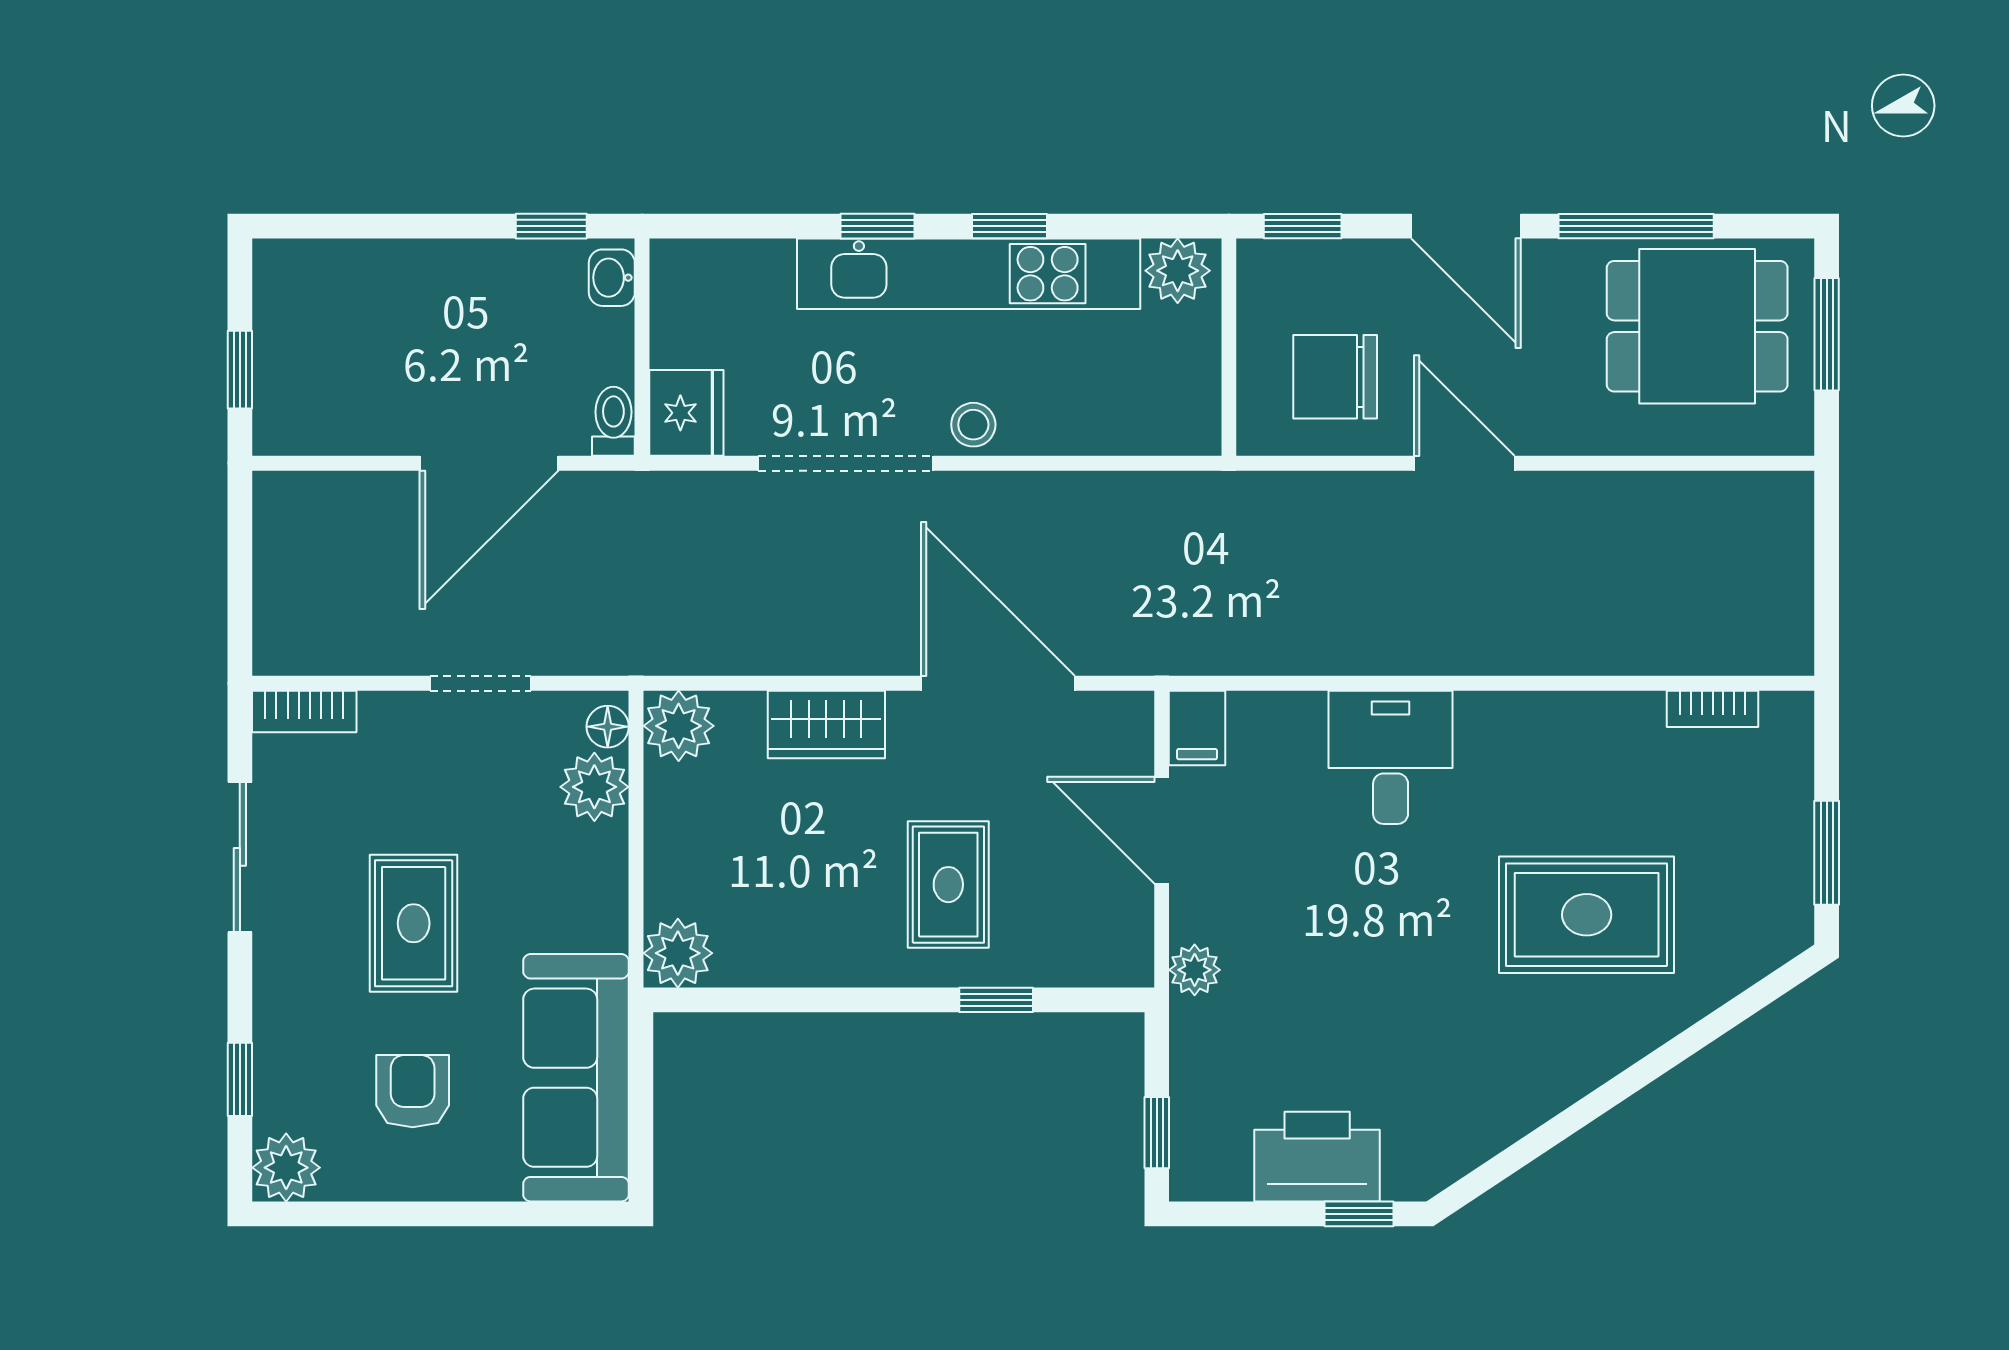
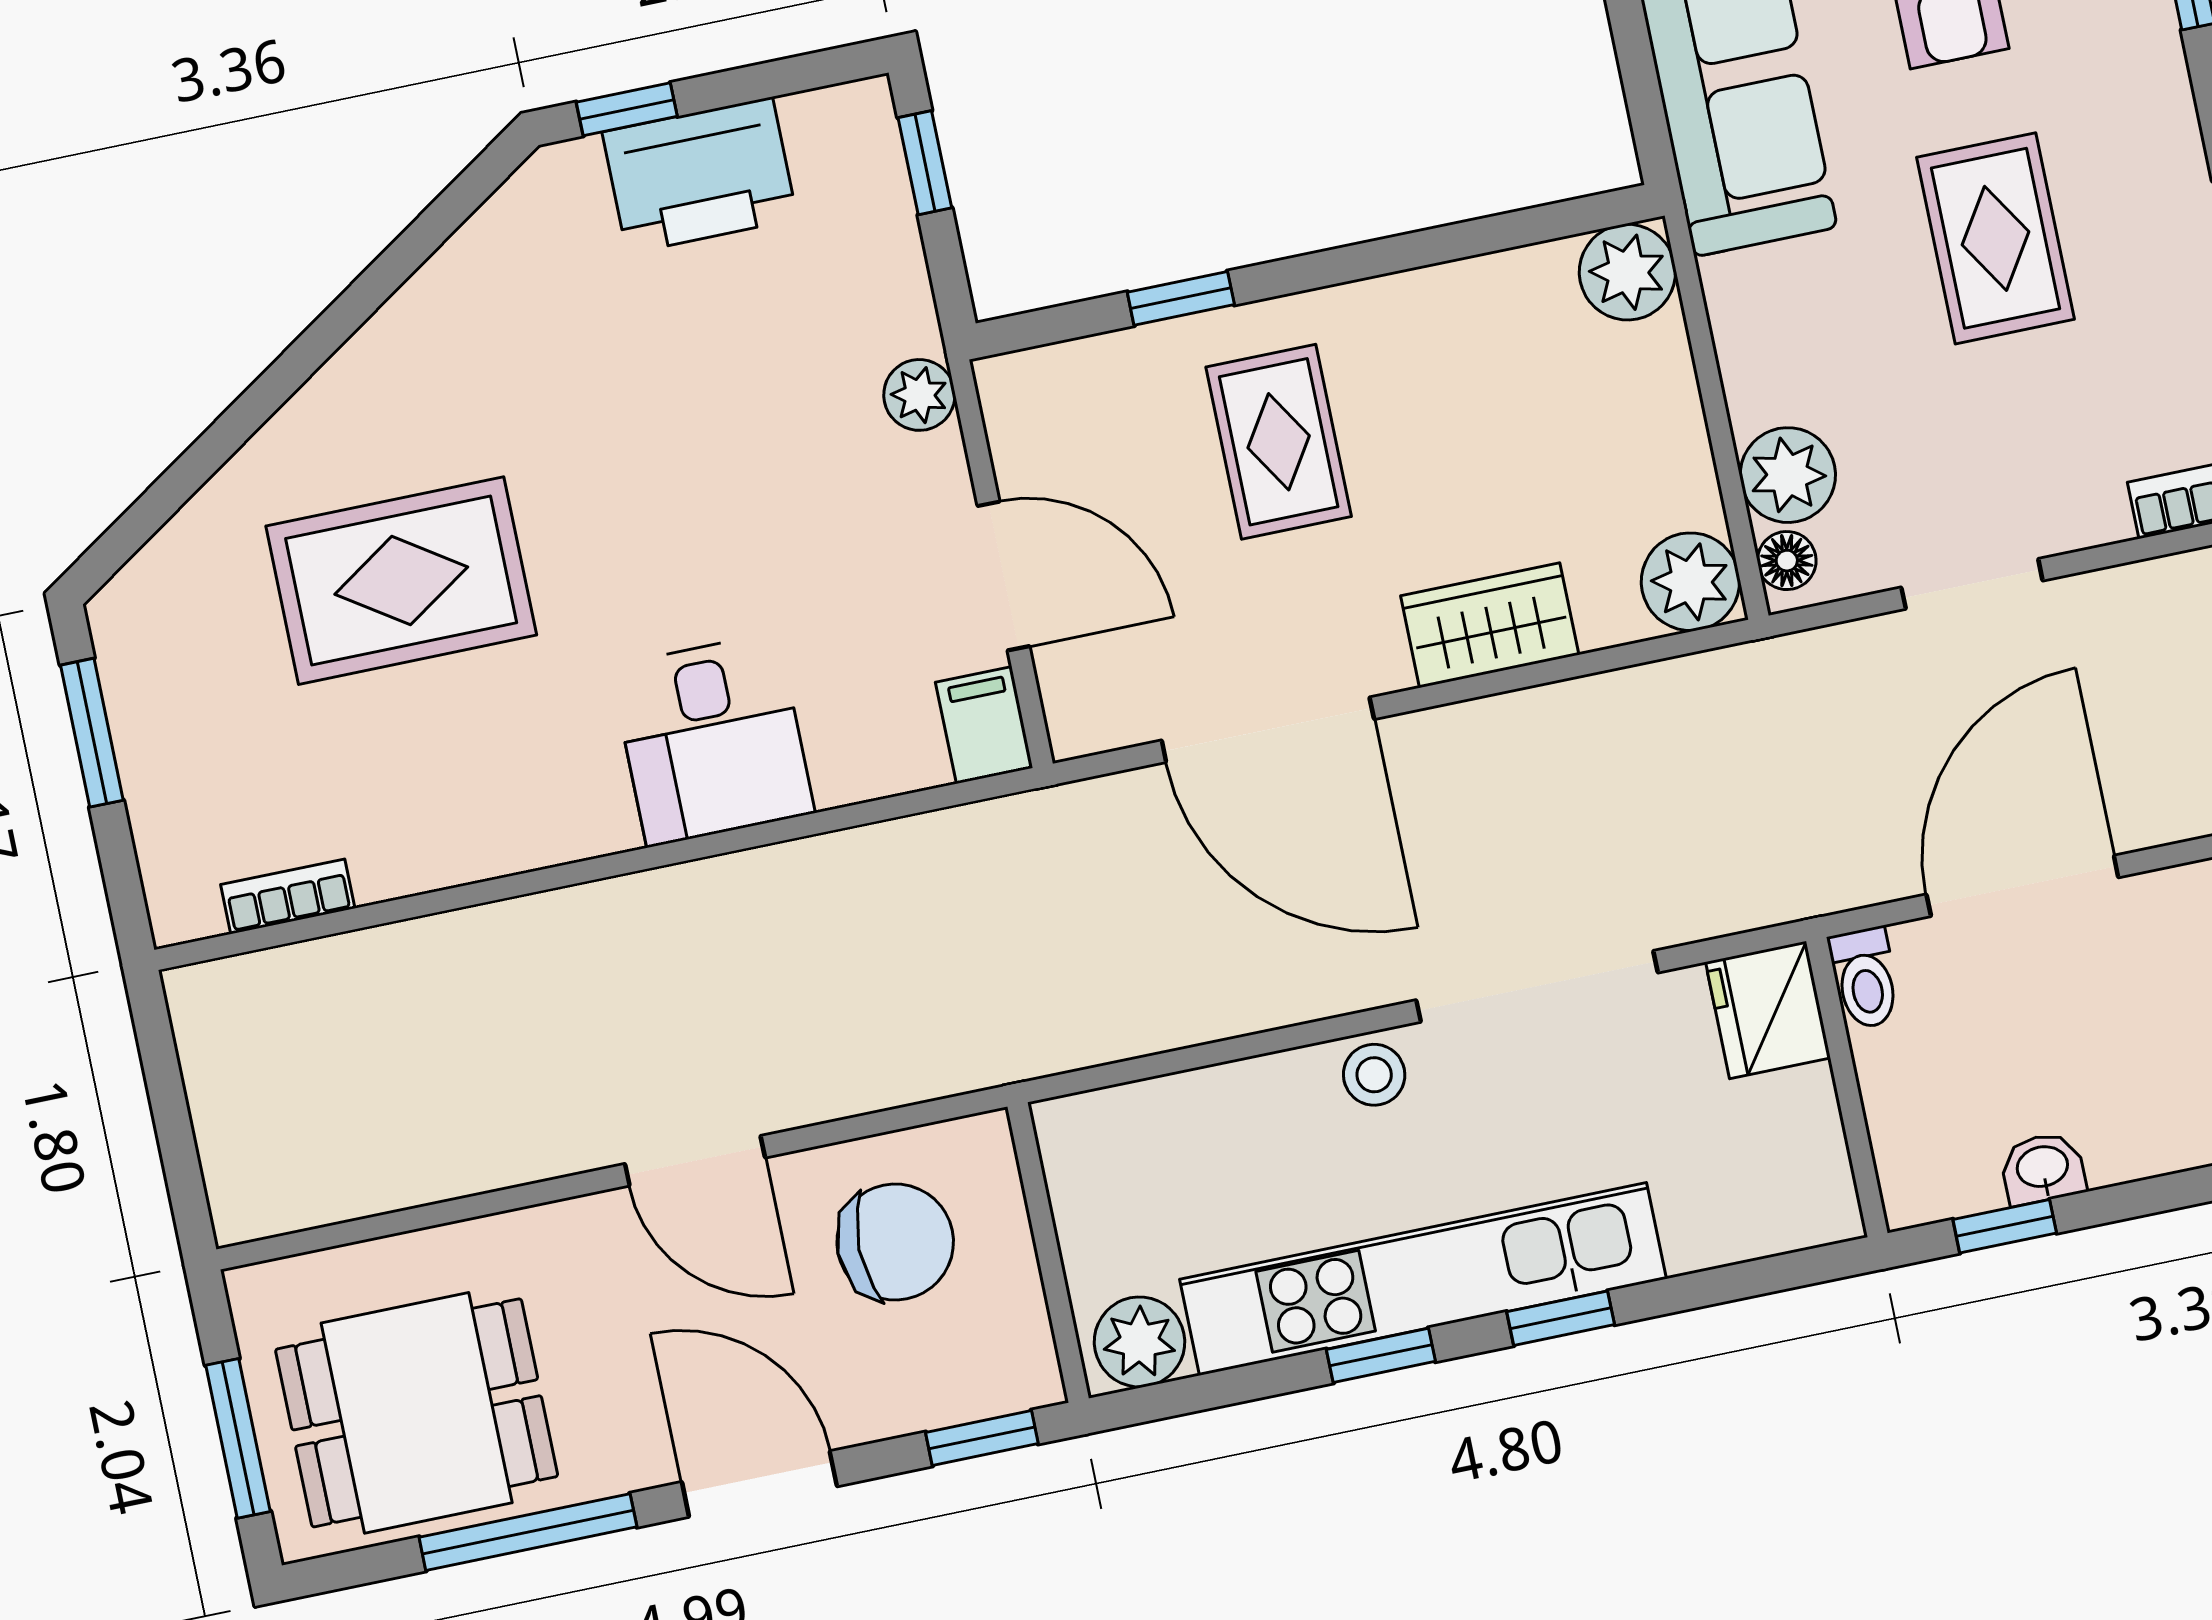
washbasin: (612, 278) -> (2043, 1168), moved, turned -90

